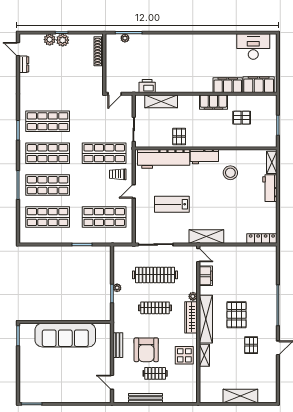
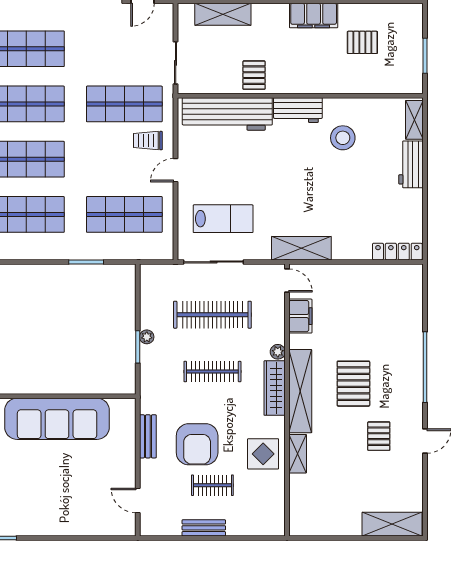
lab bench: (172, 204) -> (223, 219), moved, turned 180
shelving: (240, 396) -> (392, 524), moved
bench: (146, 398) -> (204, 528), width x0.73

